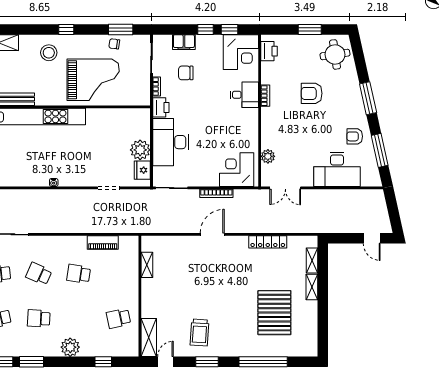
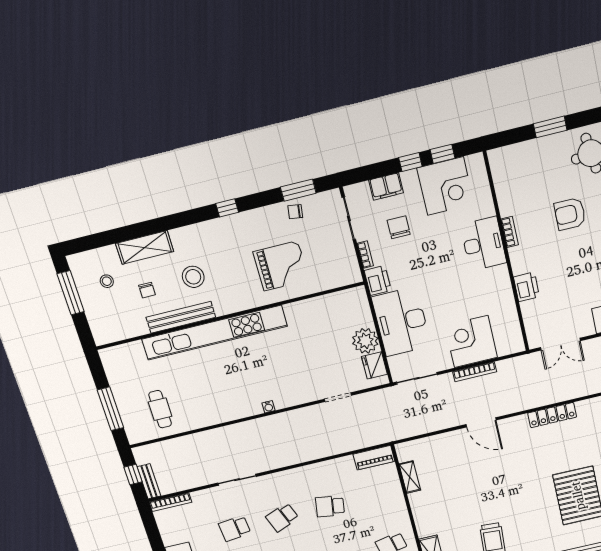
printer: (269, 51) -> (526, 287), moved
corner desk: (241, 52) -> (445, 186), moved
stool: (49, 53) -> (193, 277), moved
chair: (186, 73) -> (399, 227), turned 90
grand piano: (93, 80) -> (281, 266), width x0.73, depth x0.68
desk: (244, 95) -> (483, 244), width x1.37
plant: (268, 156) -> (530, 310), removed
corner desk: (237, 170) -> (471, 342), moved
door: (212, 234) -> (481, 422), swing flipped
piano: (103, 242) -> (374, 458), moved
school desk: (39, 274) -> (282, 517), turned -45

